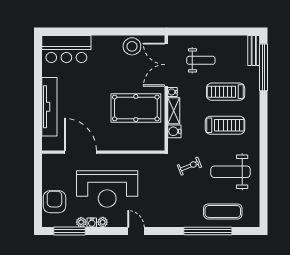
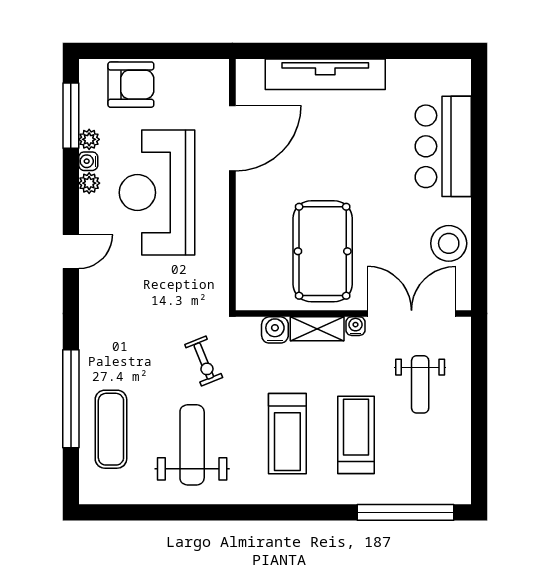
bar counter: (66, 49) -> (443, 146), moved
bench: (254, 51) -> (440, 493), removed

